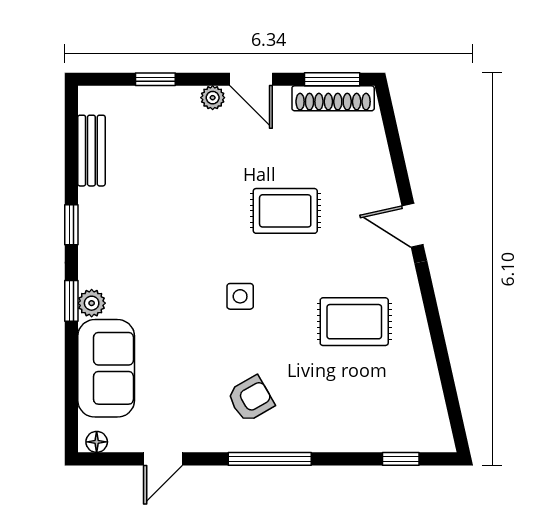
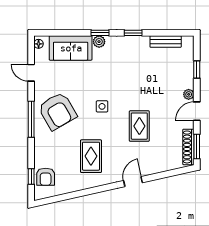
armchair: (251, 399) -> (57, 111), width x1.88, depth x1.88
armchair: (401, 426) -> (46, 177), added

